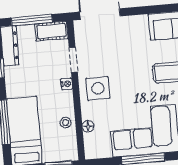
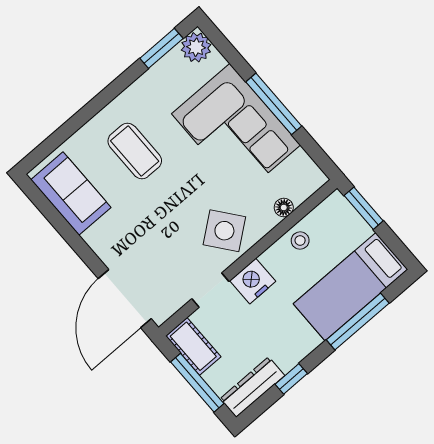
nightstand: (67, 84) -> (253, 281), width x1.89, depth x1.79
side table: (98, 88) -> (224, 231), turned -38

